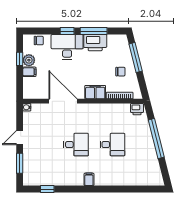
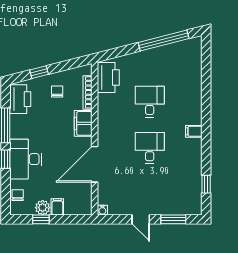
printer: (95, 43) -> (20, 99), moved
window: (136, 57) -> (39, 72), width x0.46
printer: (137, 109) -> (108, 77), width x1.87, depth x1.48
window: (156, 138) -> (164, 41), moved

